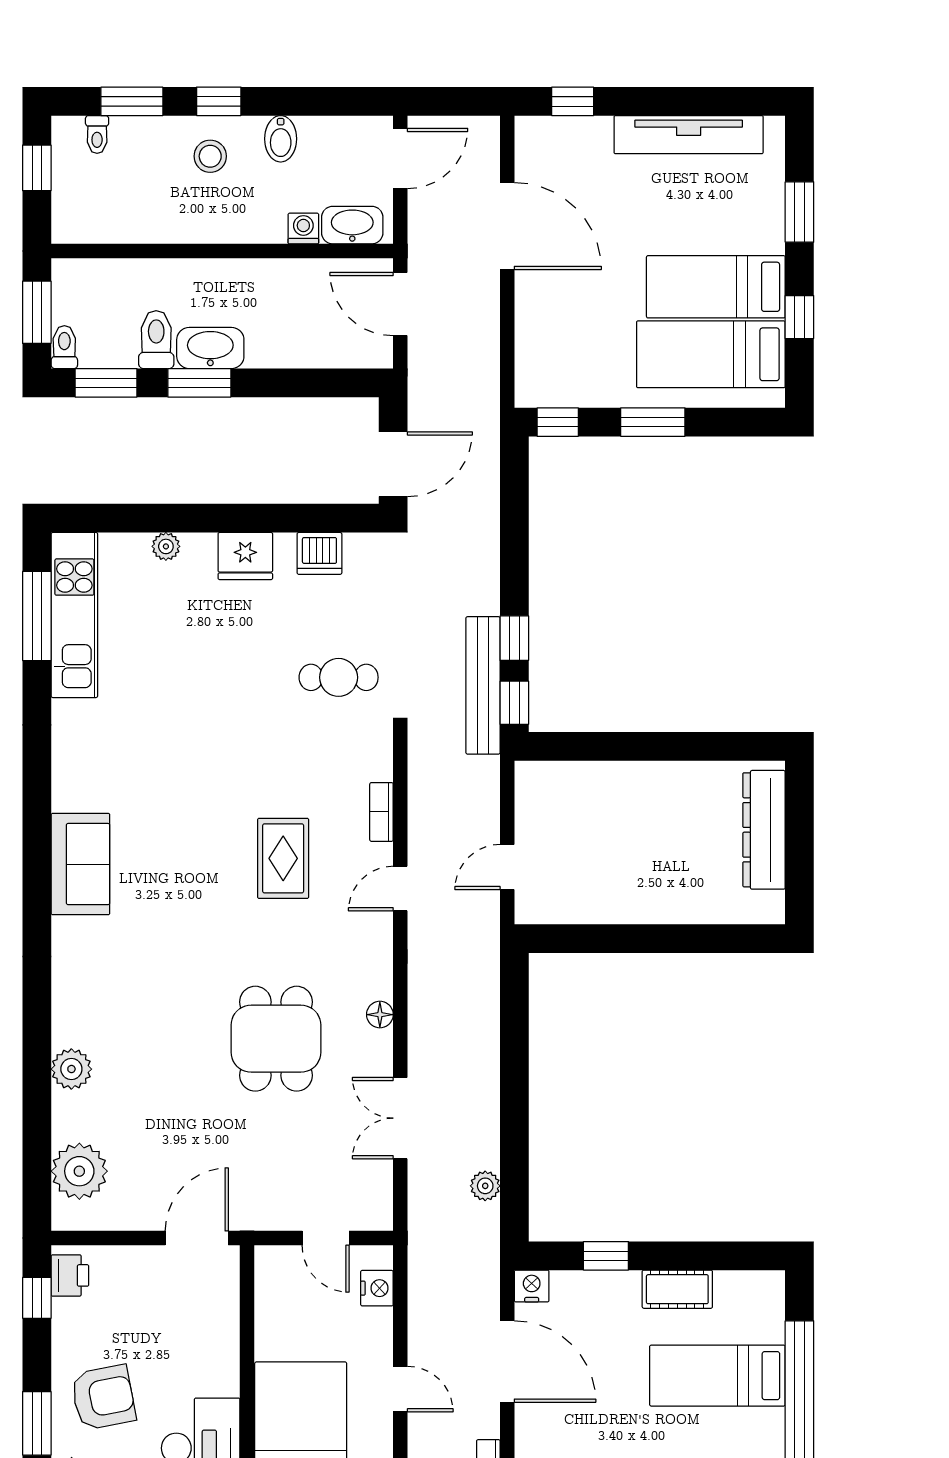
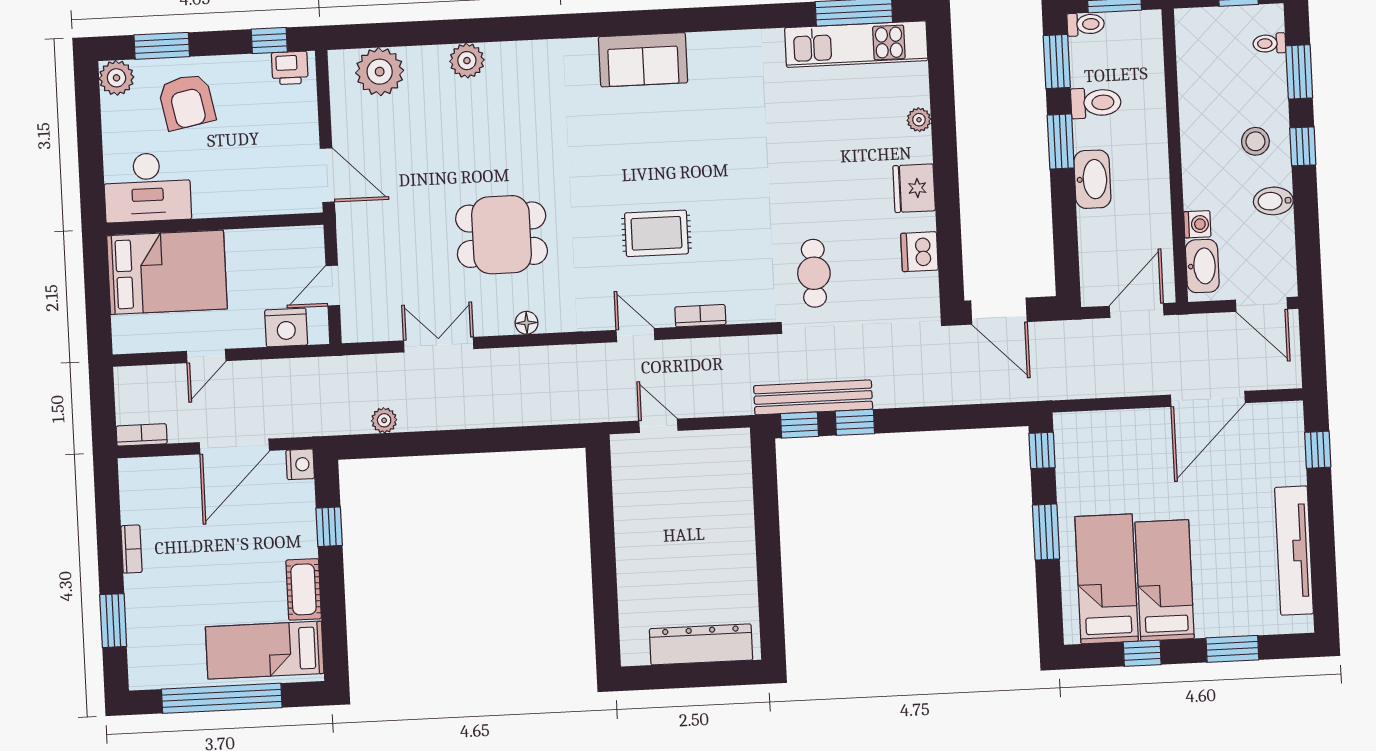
washbasin: (210, 348) -> (1092, 179), moved
nightstand: (377, 1288) -> (286, 327), width x1.36, depth x1.33
bed: (717, 1376) -> (265, 650), moved, turned -90

